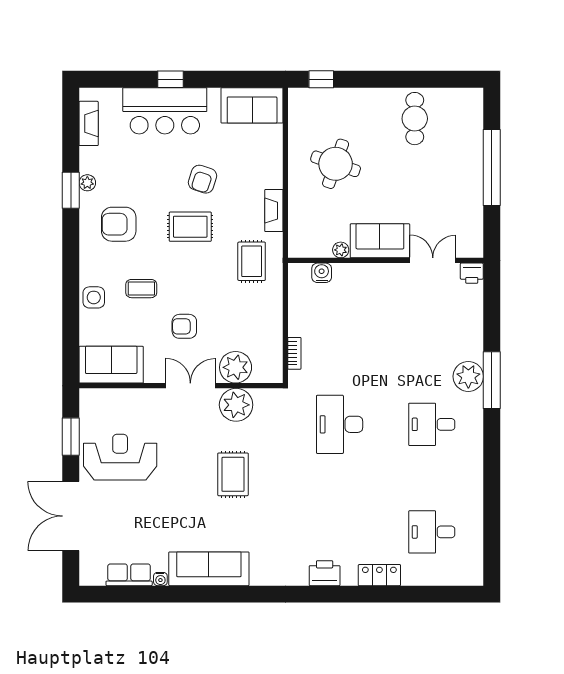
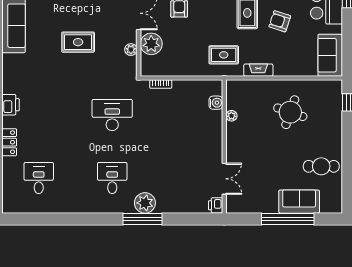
sofa: (380, 241) -> (299, 202), moved, turned -90
plant: (236, 405) -> (131, 50), width x0.53, depth x0.53

